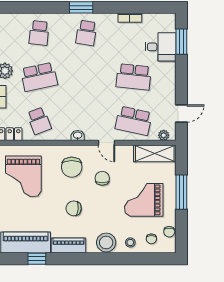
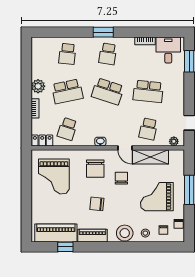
desk: (160, 47) -> (168, 50), moved, turned -90
school desk: (86, 77) -> (108, 91), added
school desk: (39, 121) -> (67, 129), turned 39
school desk: (134, 121) -> (148, 129), width x0.54
shelving: (155, 153) -> (150, 157), moved

